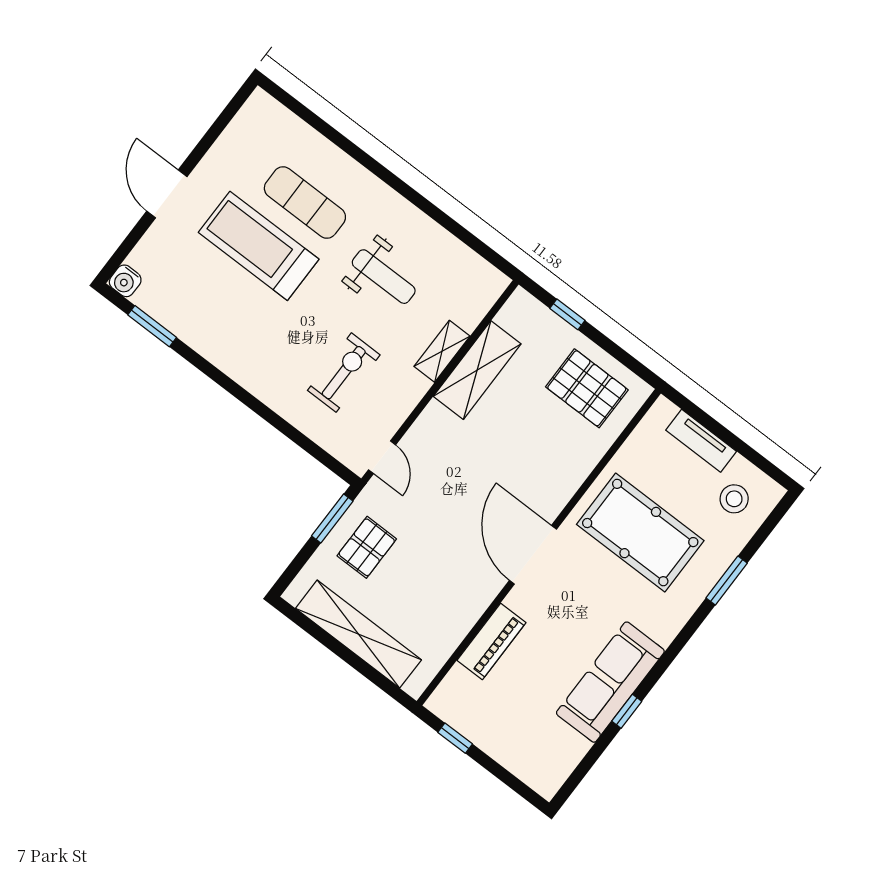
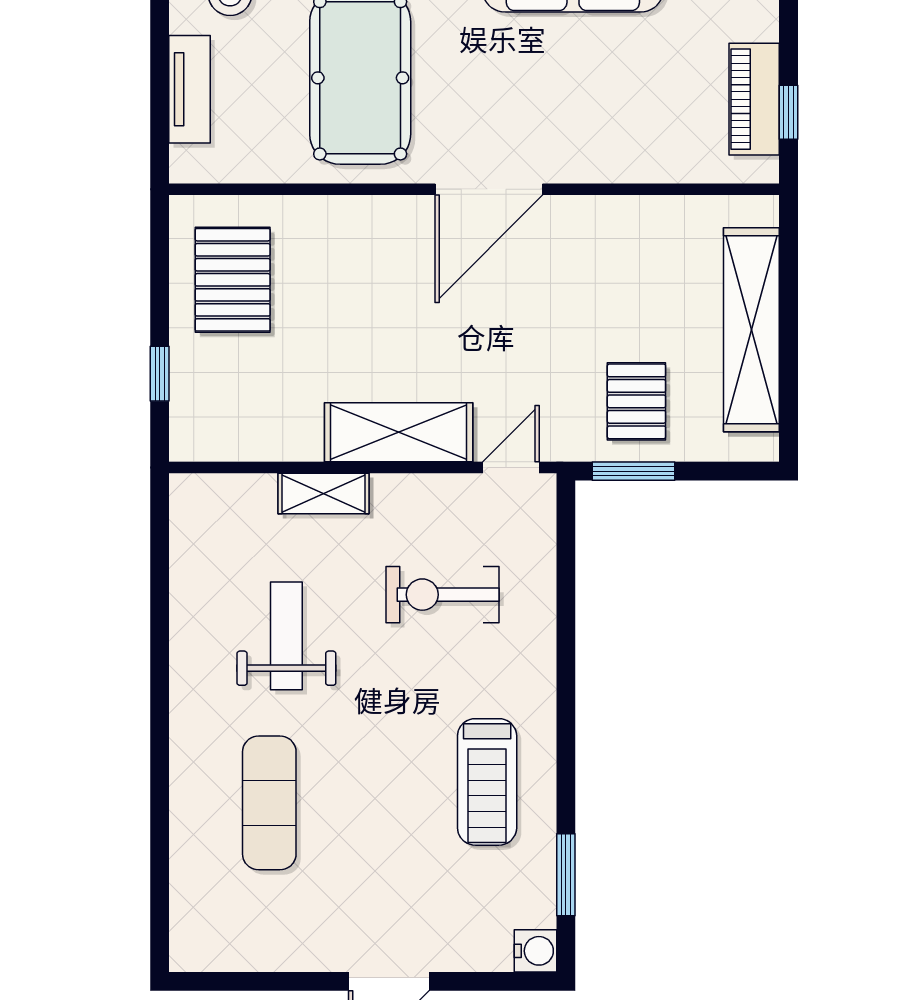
treadmill: (259, 246) -> (487, 782), moved, width x0.73, depth x0.73
shelving: (477, 370) -> (399, 432), moved
pallet: (367, 547) -> (636, 401), turned 90
piano: (491, 641) -> (754, 99), moved, turned -90

